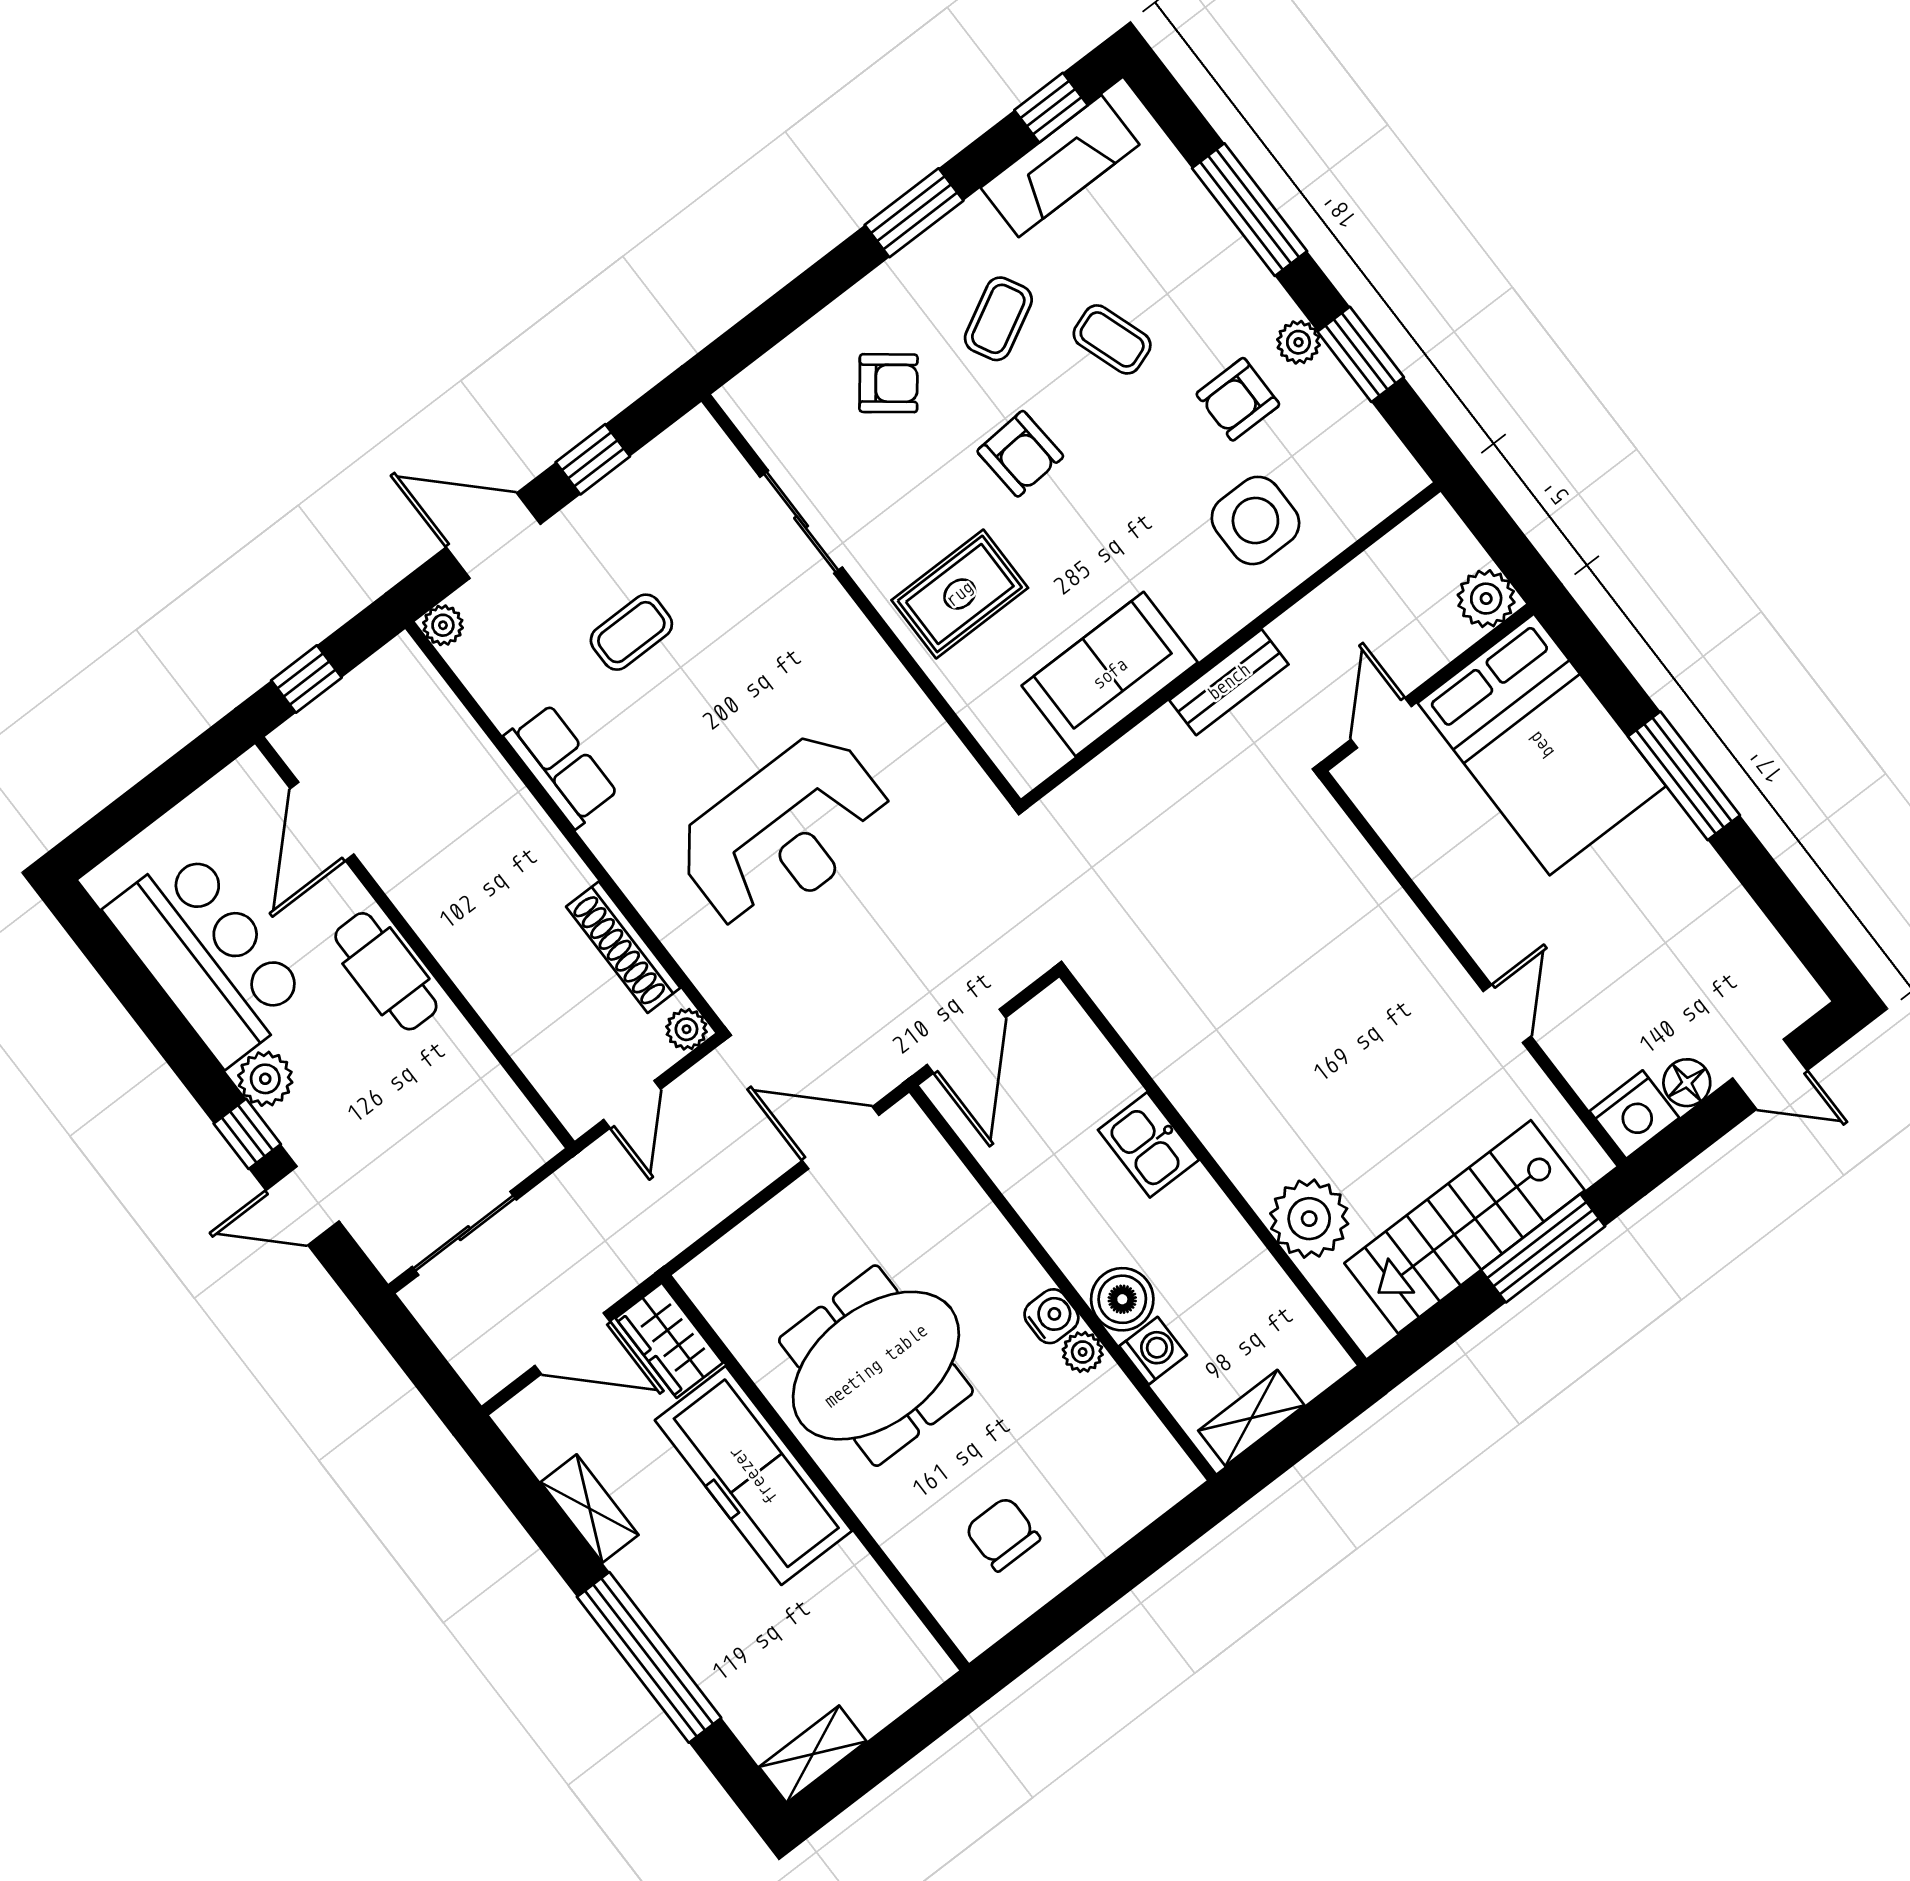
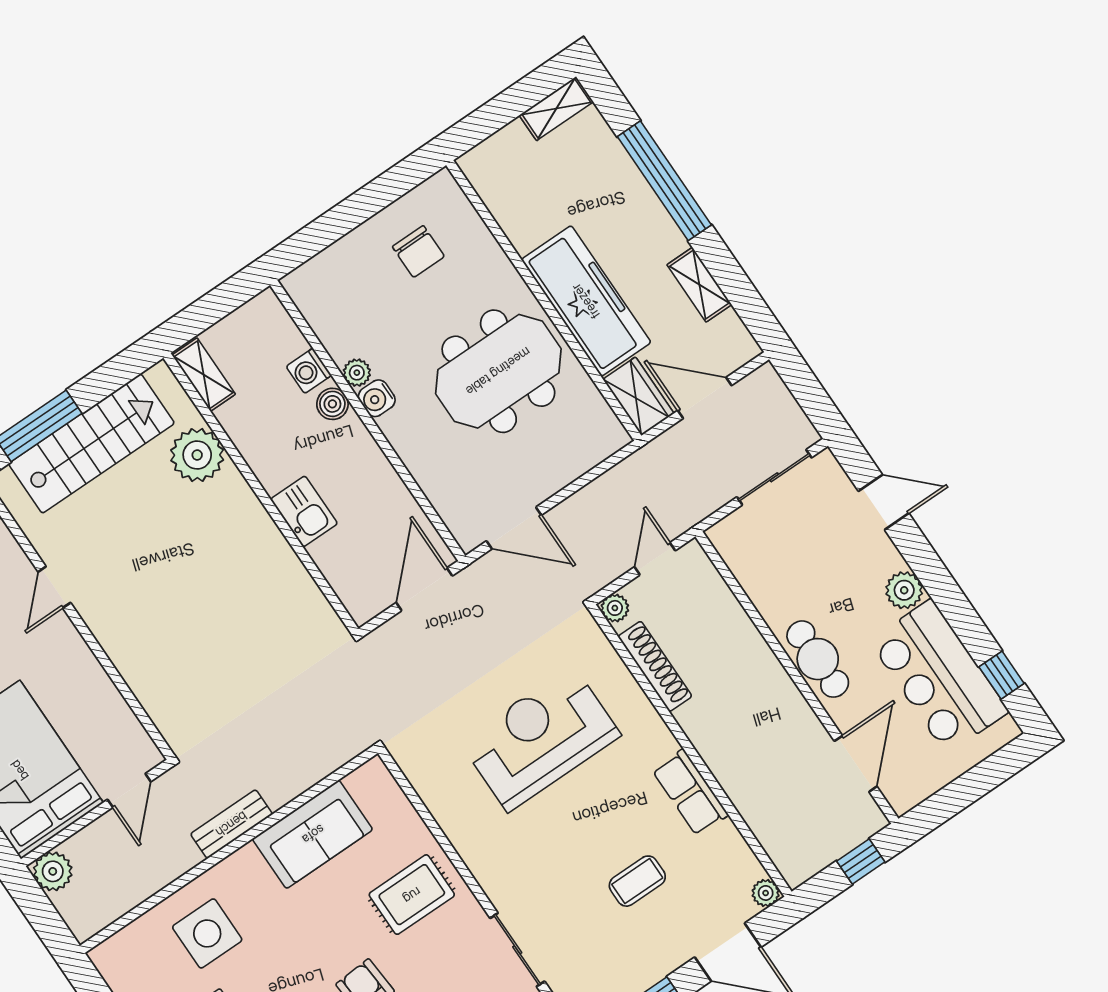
window: (247, 1134) -> (1002, 675), moved
boiler: (1122, 1299) -> (332, 404), width x0.73, depth x0.73
shelving: (1251, 1418) -> (204, 375), moved, turned 90

